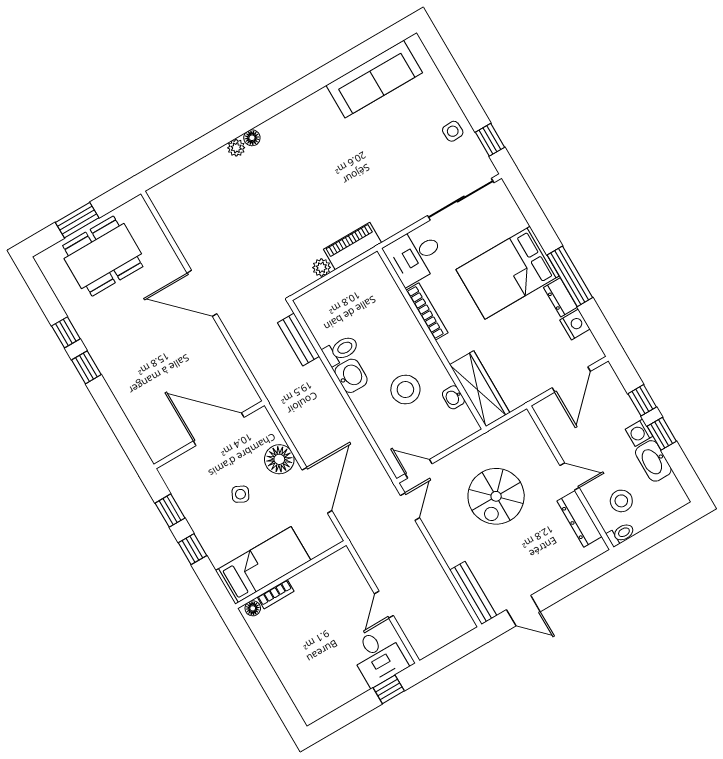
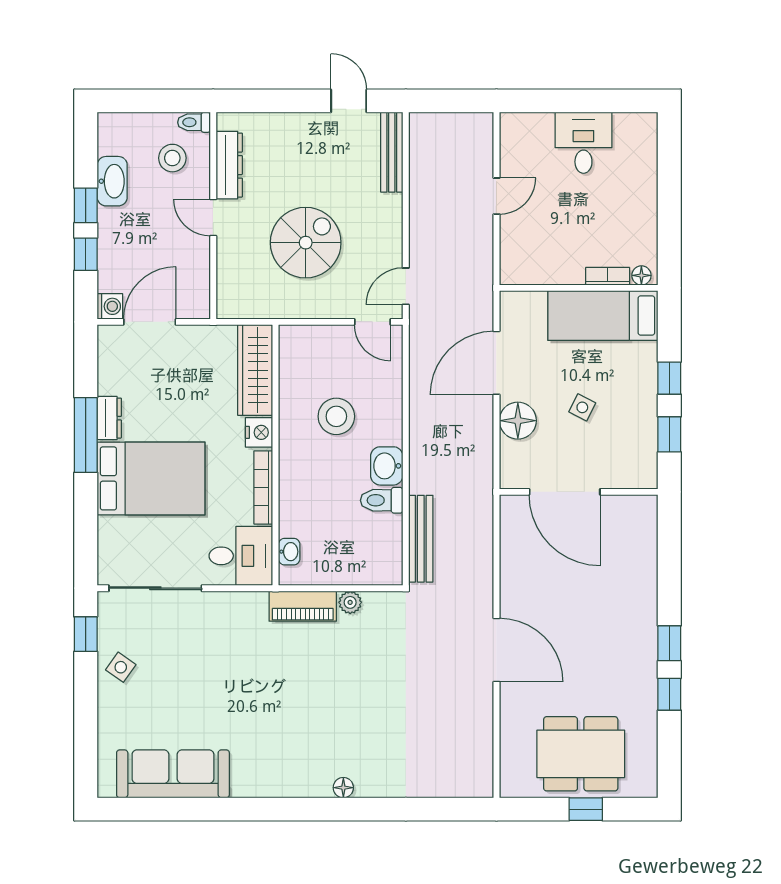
side table: (453, 131) -> (121, 667), turned 38
plant: (236, 148) -> (367, 787), removed
window: (77, 220) -> (586, 809), width x0.67
nightstand: (575, 324) -> (259, 432), moved, turned 180
bench: (299, 339) -> (421, 539), width x1.36
washbasin: (453, 397) -> (289, 552), moved
washing machine: (639, 433) -> (110, 306), moved
desk: (378, 657) -> (583, 143), moved
window: (389, 689) -> (545, 101), removed

